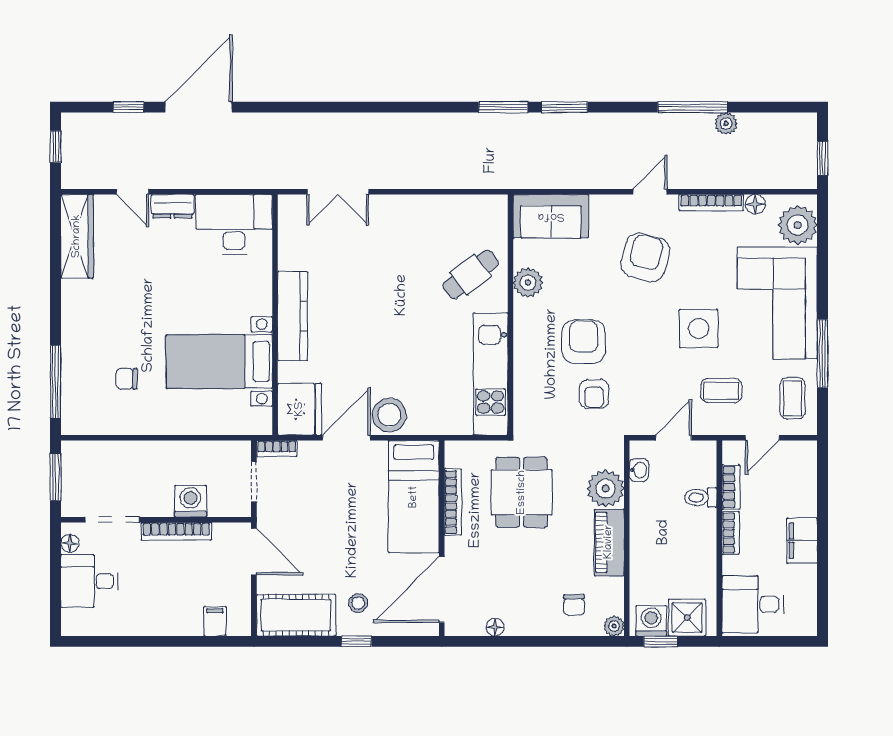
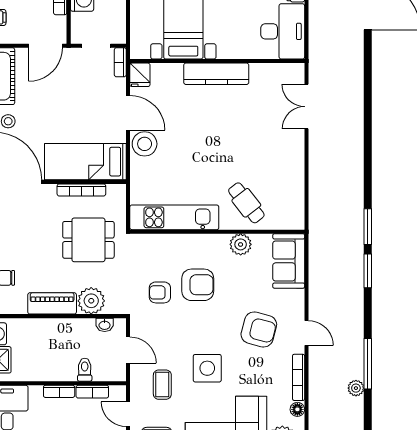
fridge: (300, 409) -> (140, 75), width x0.53, depth x0.75

